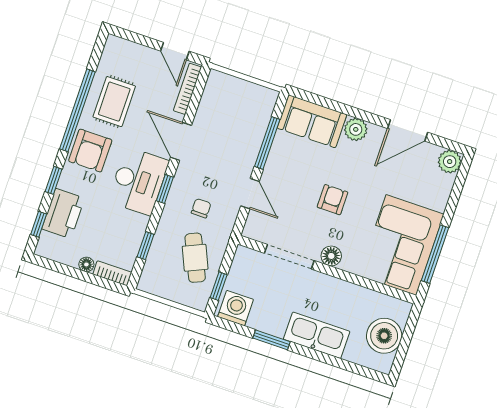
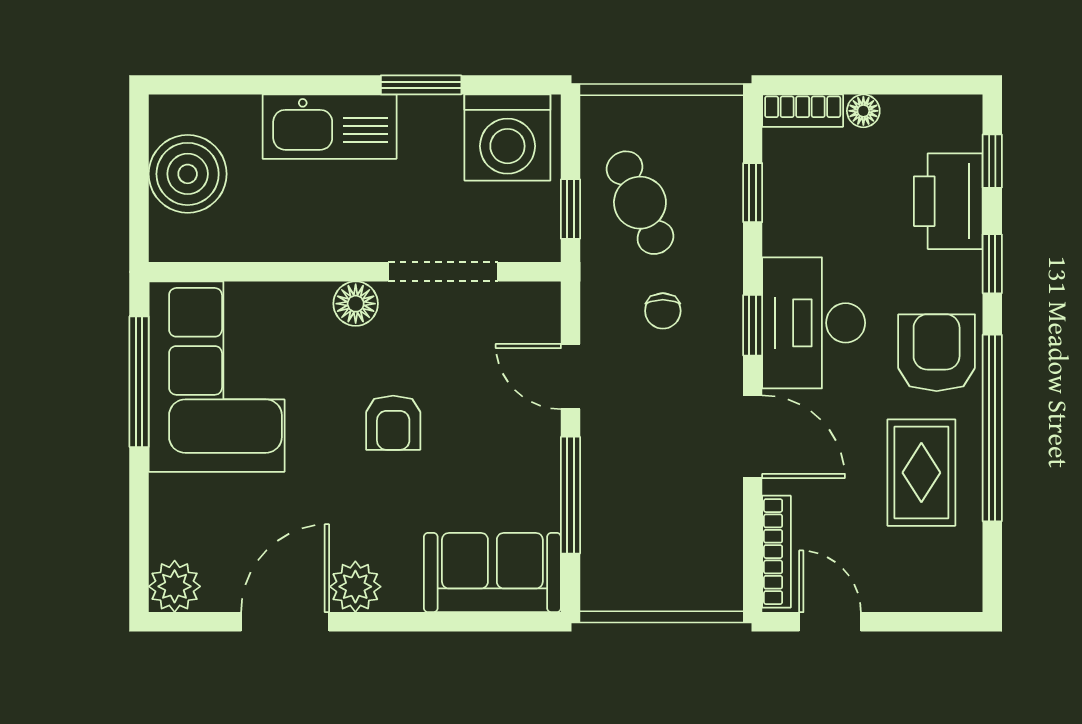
plant: (356, 129) -> (355, 587), moved
window: (219, 286) -> (570, 209), moved
washing machine: (236, 308) -> (507, 138), width x1.37, depth x1.37

